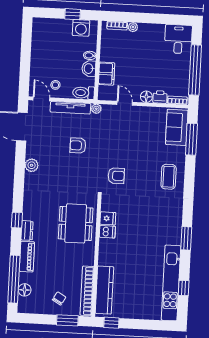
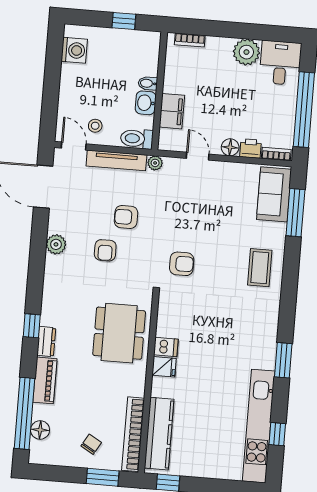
plant: (133, 27) -> (246, 52), moved, width x1.87, depth x1.87
washing machine: (81, 28) -> (74, 50), moved, turned -90
armchair: (65, 168) -> (105, 250), added
fridge: (108, 218) -> (164, 367), moved

